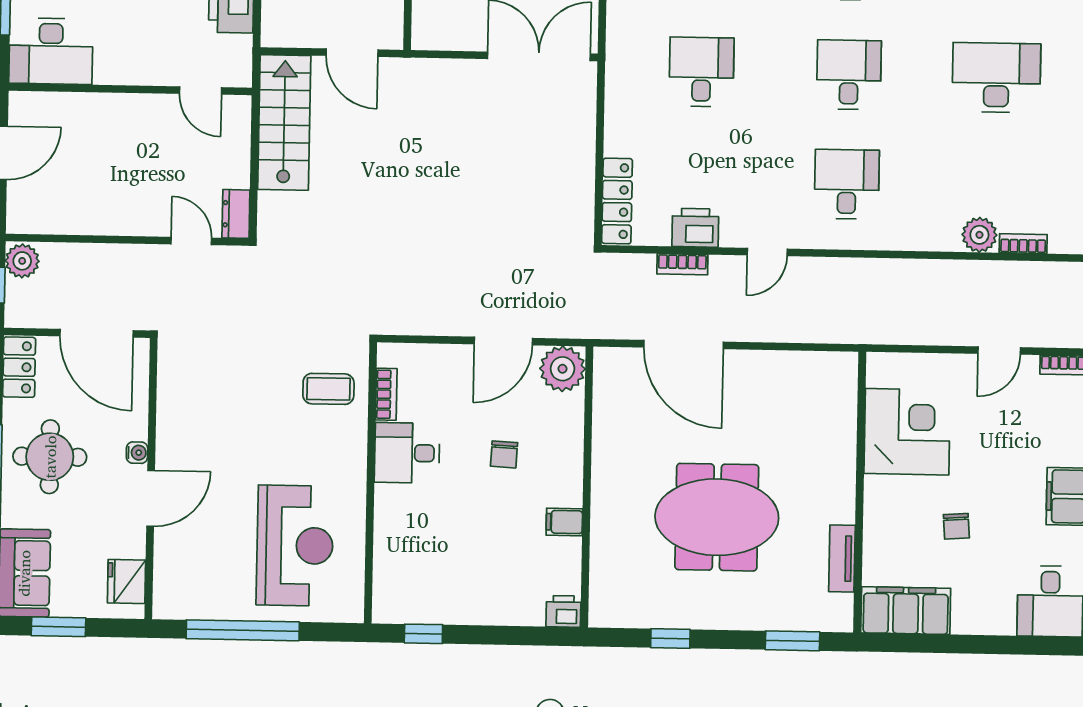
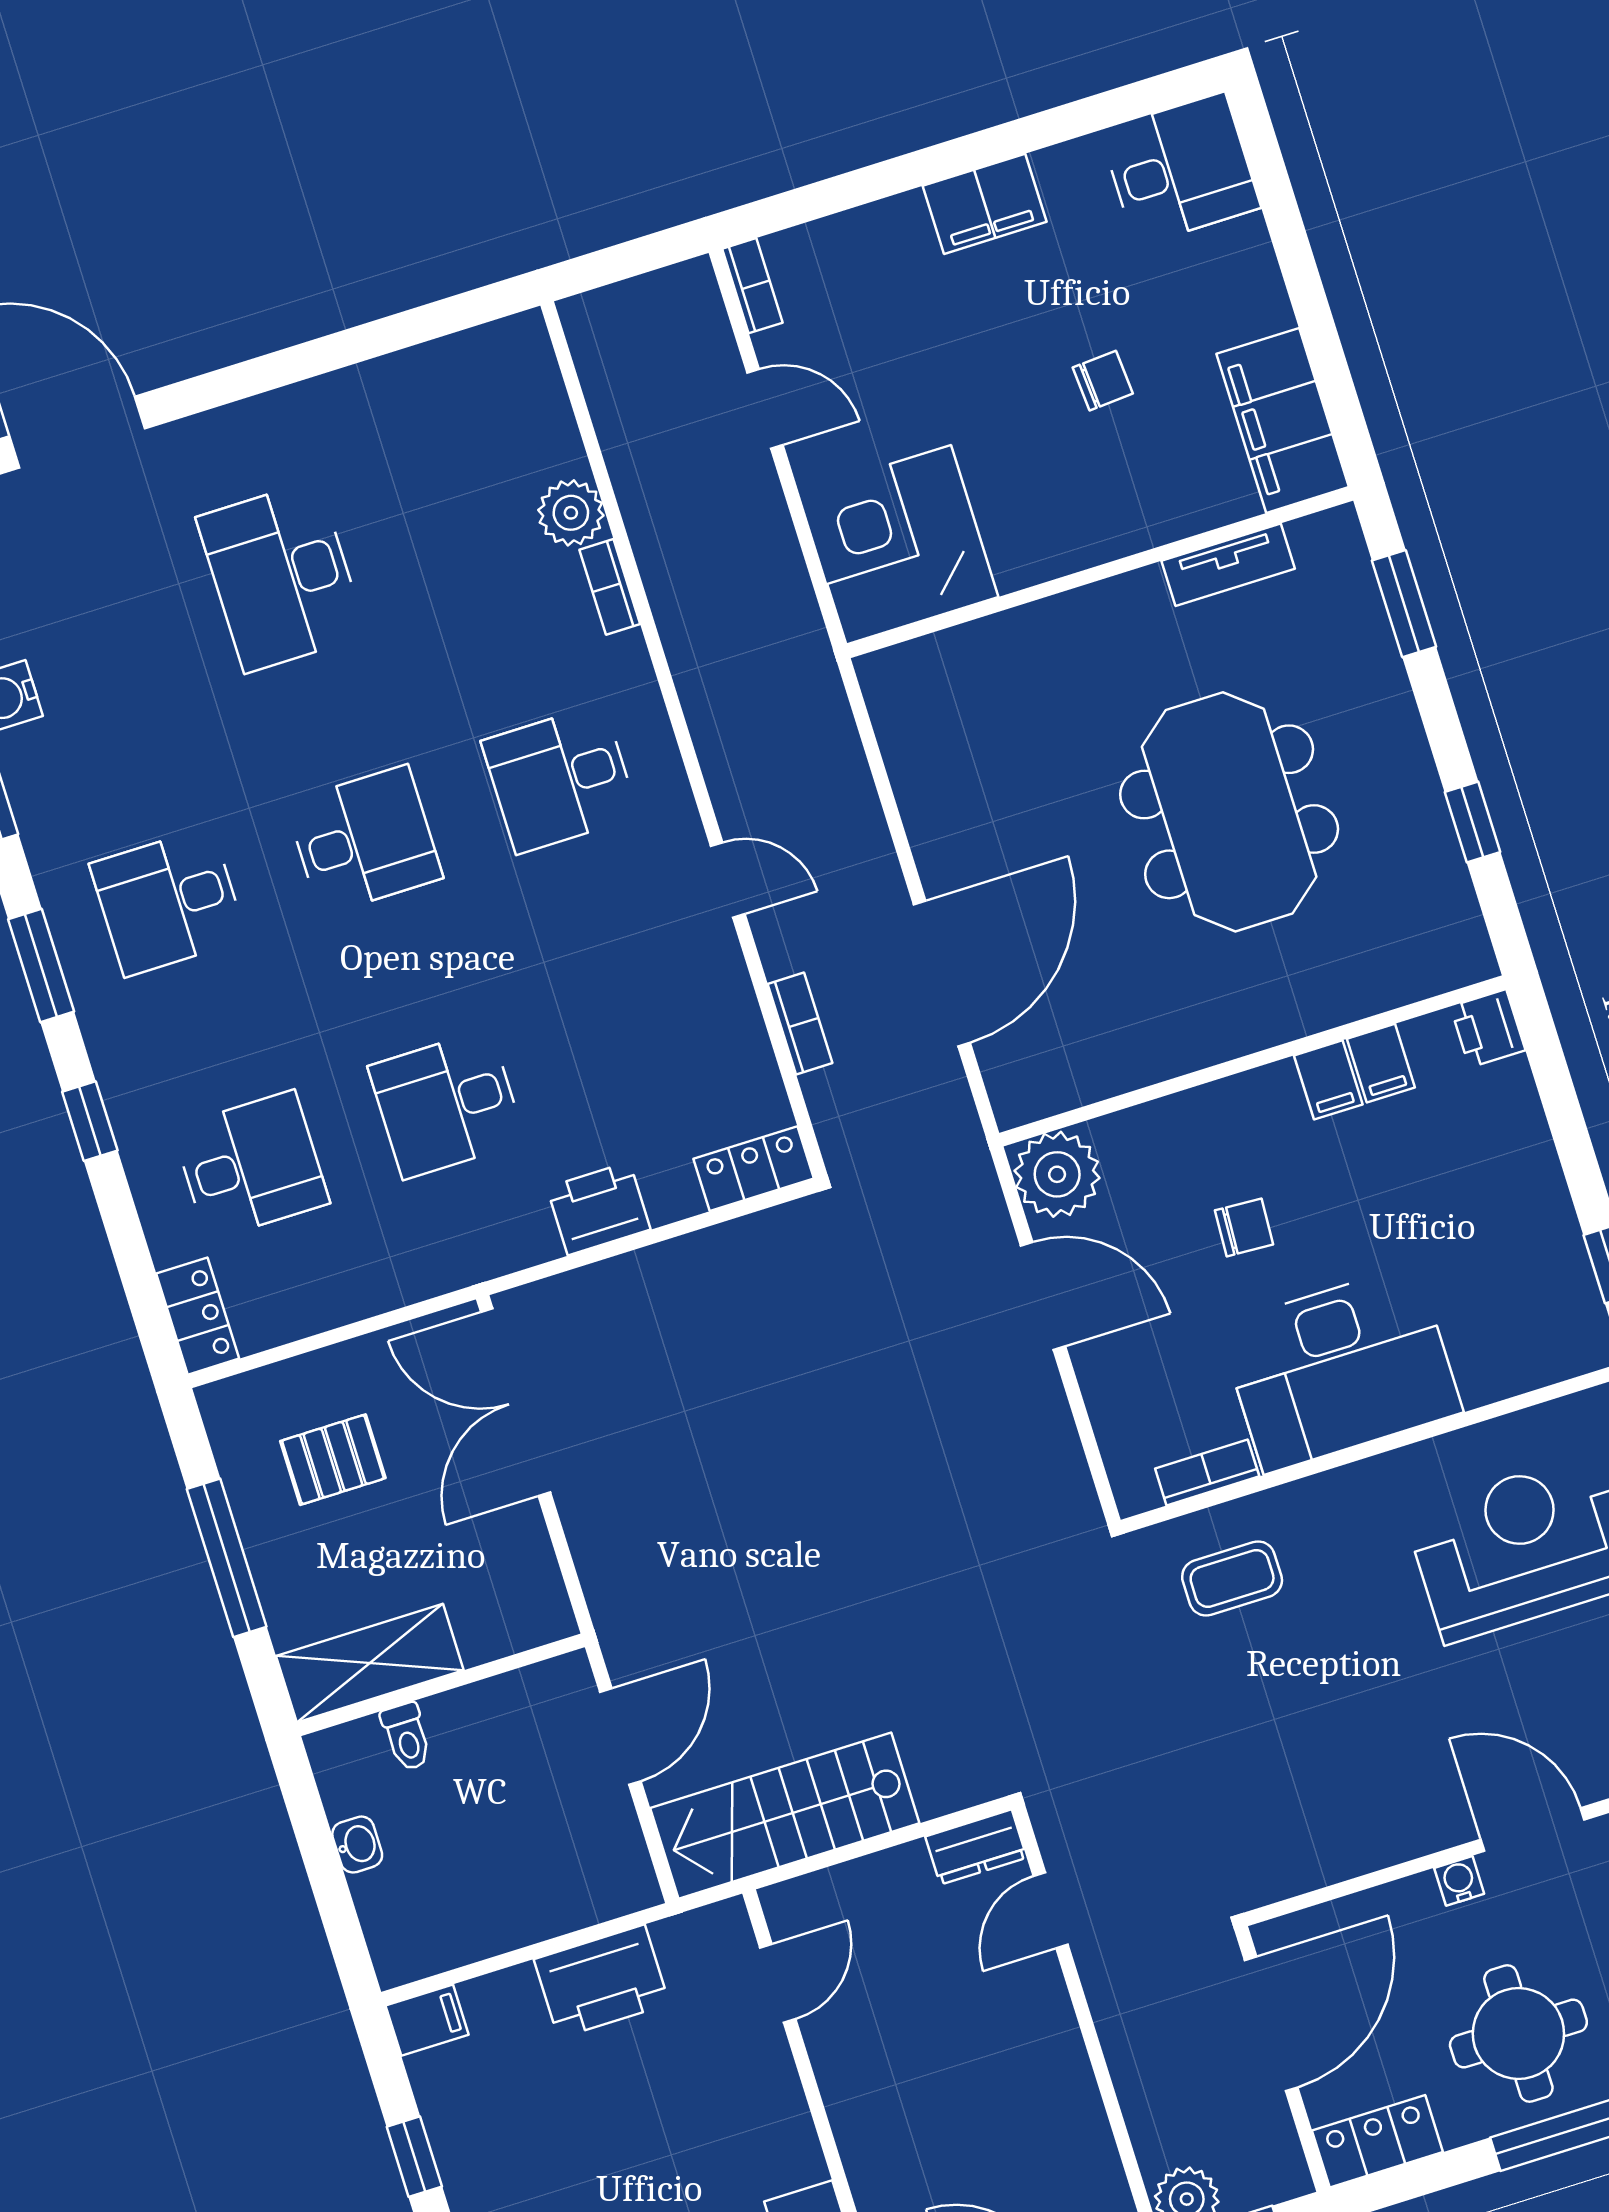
desk: (849, 75) -> (364, 840), turned 180
locker: (617, 201) -> (754, 1169), width x0.66
printer: (695, 228) -> (599, 1208), moved, turned 90
bookcase: (1023, 244) -> (610, 587), moved
coffee table: (328, 389) -> (1232, 1579), turned 90
corner desk: (907, 432) -> (899, 545), moved
desk: (407, 453) -> (1340, 1369), width x1.87, depth x1.30
filing cabinet: (564, 551) -> (1381, 1063), added

